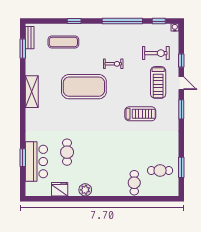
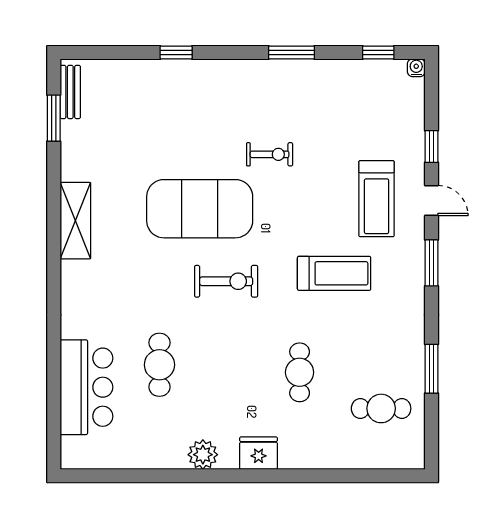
window: (122, 21) -> (291, 52), width x0.47
exercise mat: (63, 42) -> (151, 102), removed
exercise bike: (156, 53) -> (226, 281), moved
window: (23, 158) -> (54, 378), removed
window: (181, 167) -> (431, 369), moved
cafe table: (134, 183) -> (300, 372), moved
fridge: (60, 189) -> (259, 453), moved

